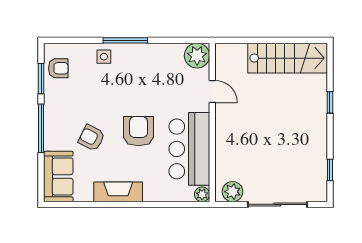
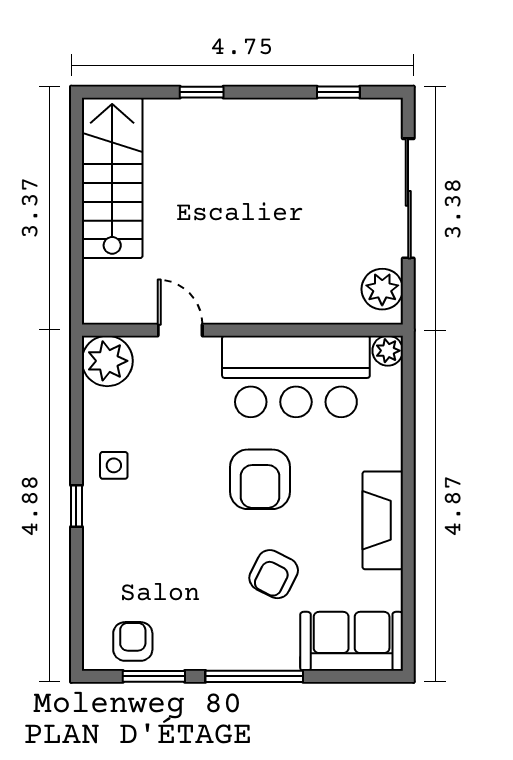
window: (125, 40) -> (76, 506), width x0.46
side table: (104, 57) -> (114, 465), moved
door: (212, 92) -> (180, 330), hinge flipped
armchair: (138, 131) -> (260, 479), turned -90

